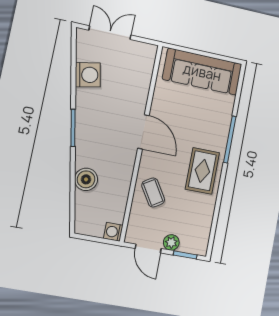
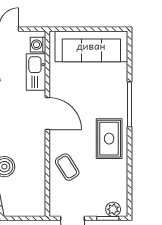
kitchen sink: (140, 86) -> (36, 72), added
washing machine: (113, 232) -> (38, 45), moved
plant: (171, 242) -> (113, 209), moved

